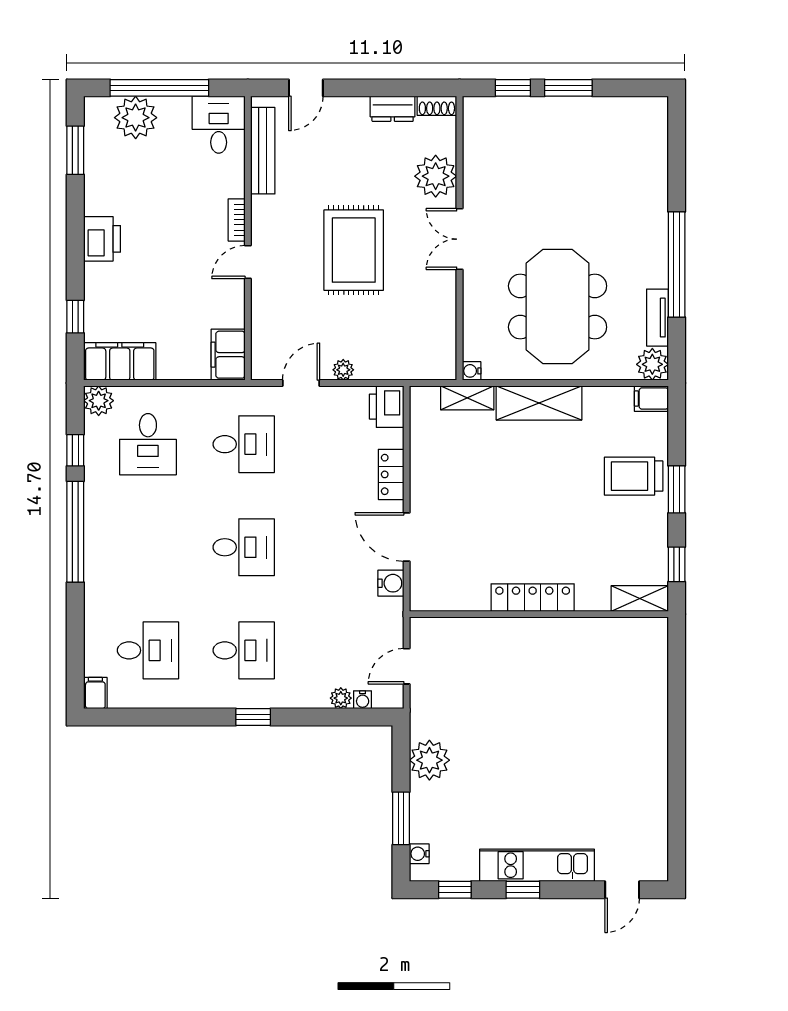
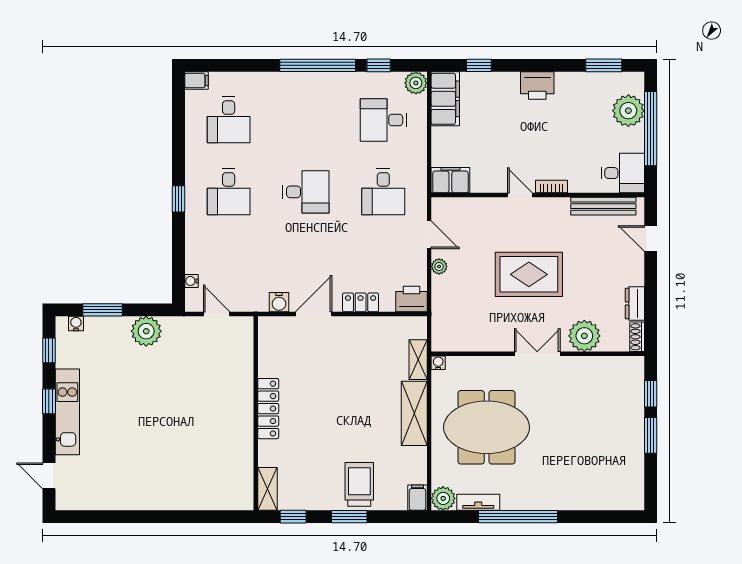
desk: (244, 547) -> (306, 192), turned -90
plant: (341, 698) -> (193, 265), removed

